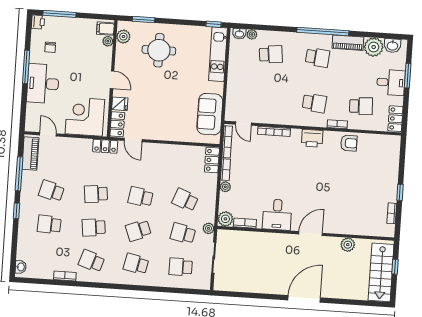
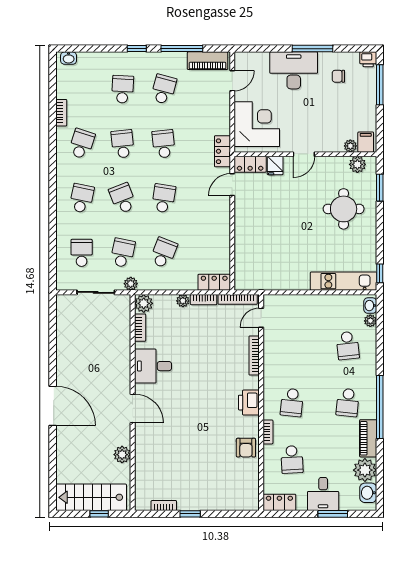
sofa: (210, 114) -> (270, 276), removed

